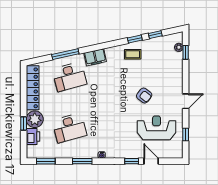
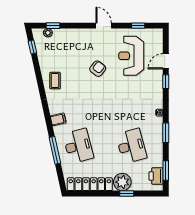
window: (155, 35) -> (32, 47), moved
window: (135, 39) -> (39, 78), removed
filing cabinet: (95, 57) -> (58, 119), width x0.50
printer: (33, 137) -> (156, 176), moved, turned -90

